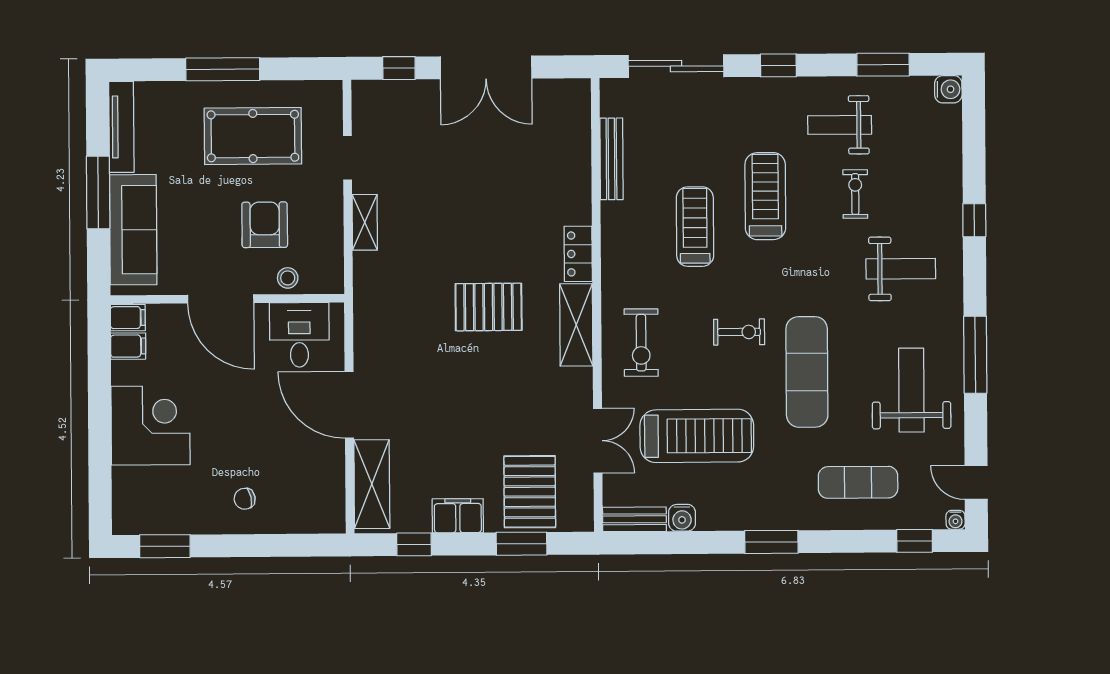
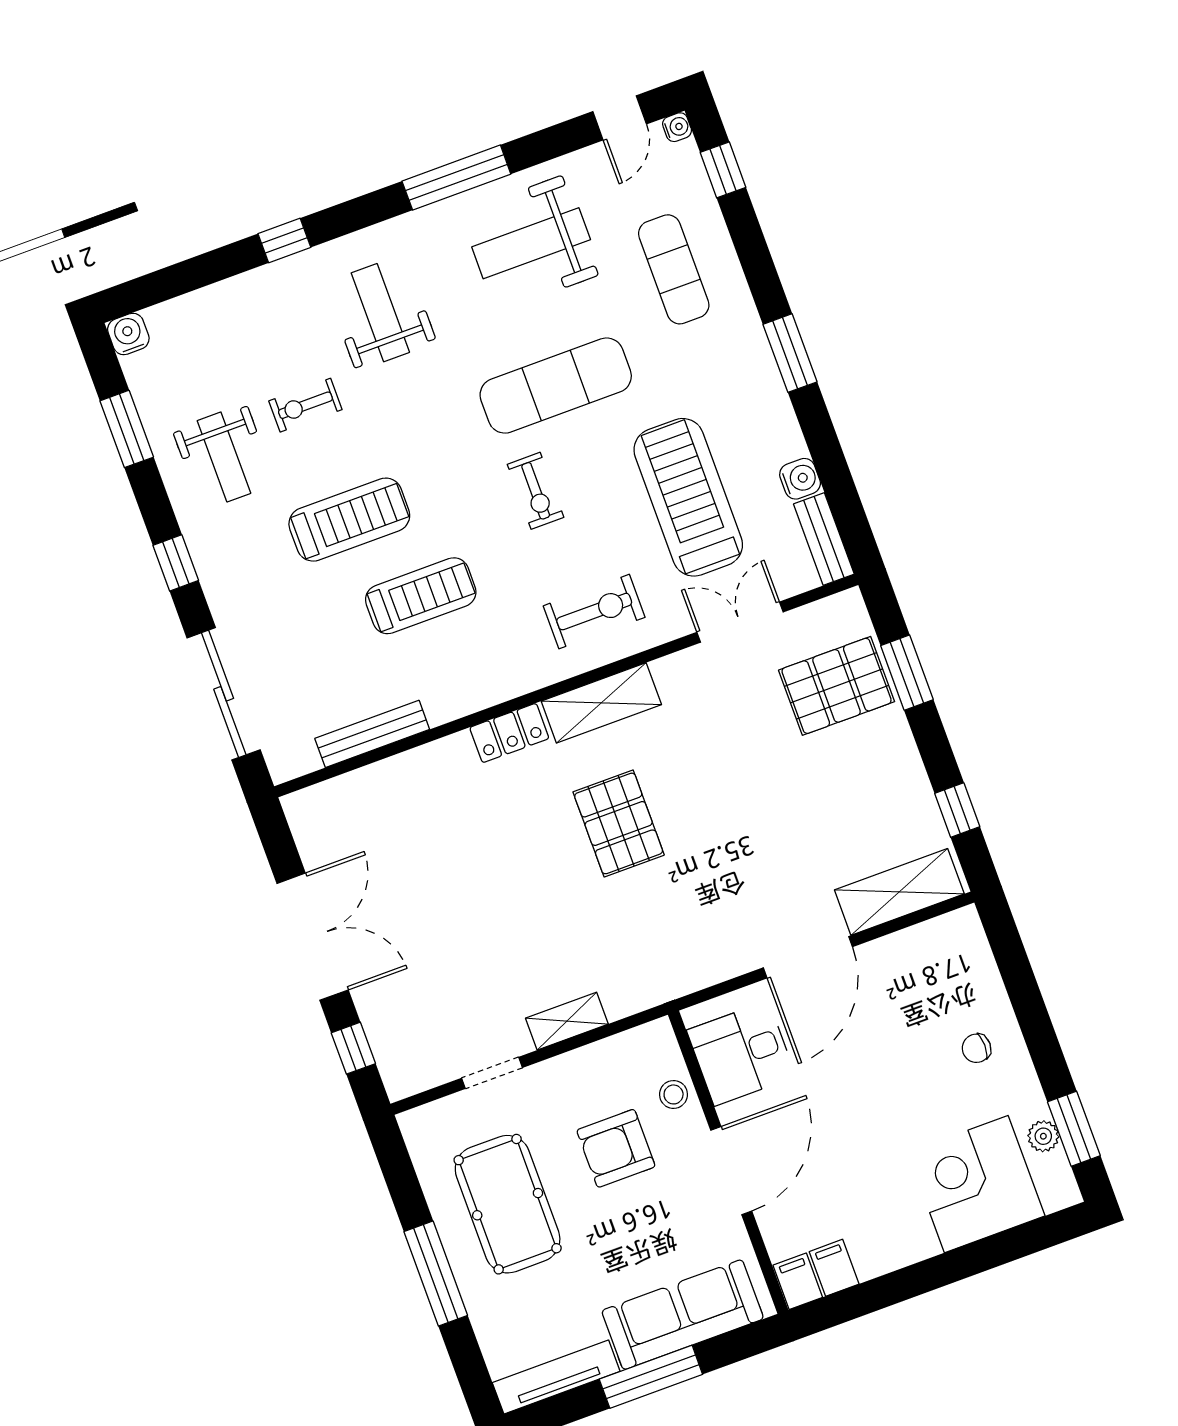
treadmill: (765, 196) -> (349, 520), turned 180
treadmill: (695, 227) -> (421, 596), turned 180
exercise bike: (739, 332) -> (536, 491), turned 180
corner desk: (151, 425) -> (976, 1184), moved
chair: (245, 499) -> (976, 1048), turned 101
filing cabinet: (458, 516) -> (900, 767), removed
plant: (167, 523) -> (1043, 1136), added

